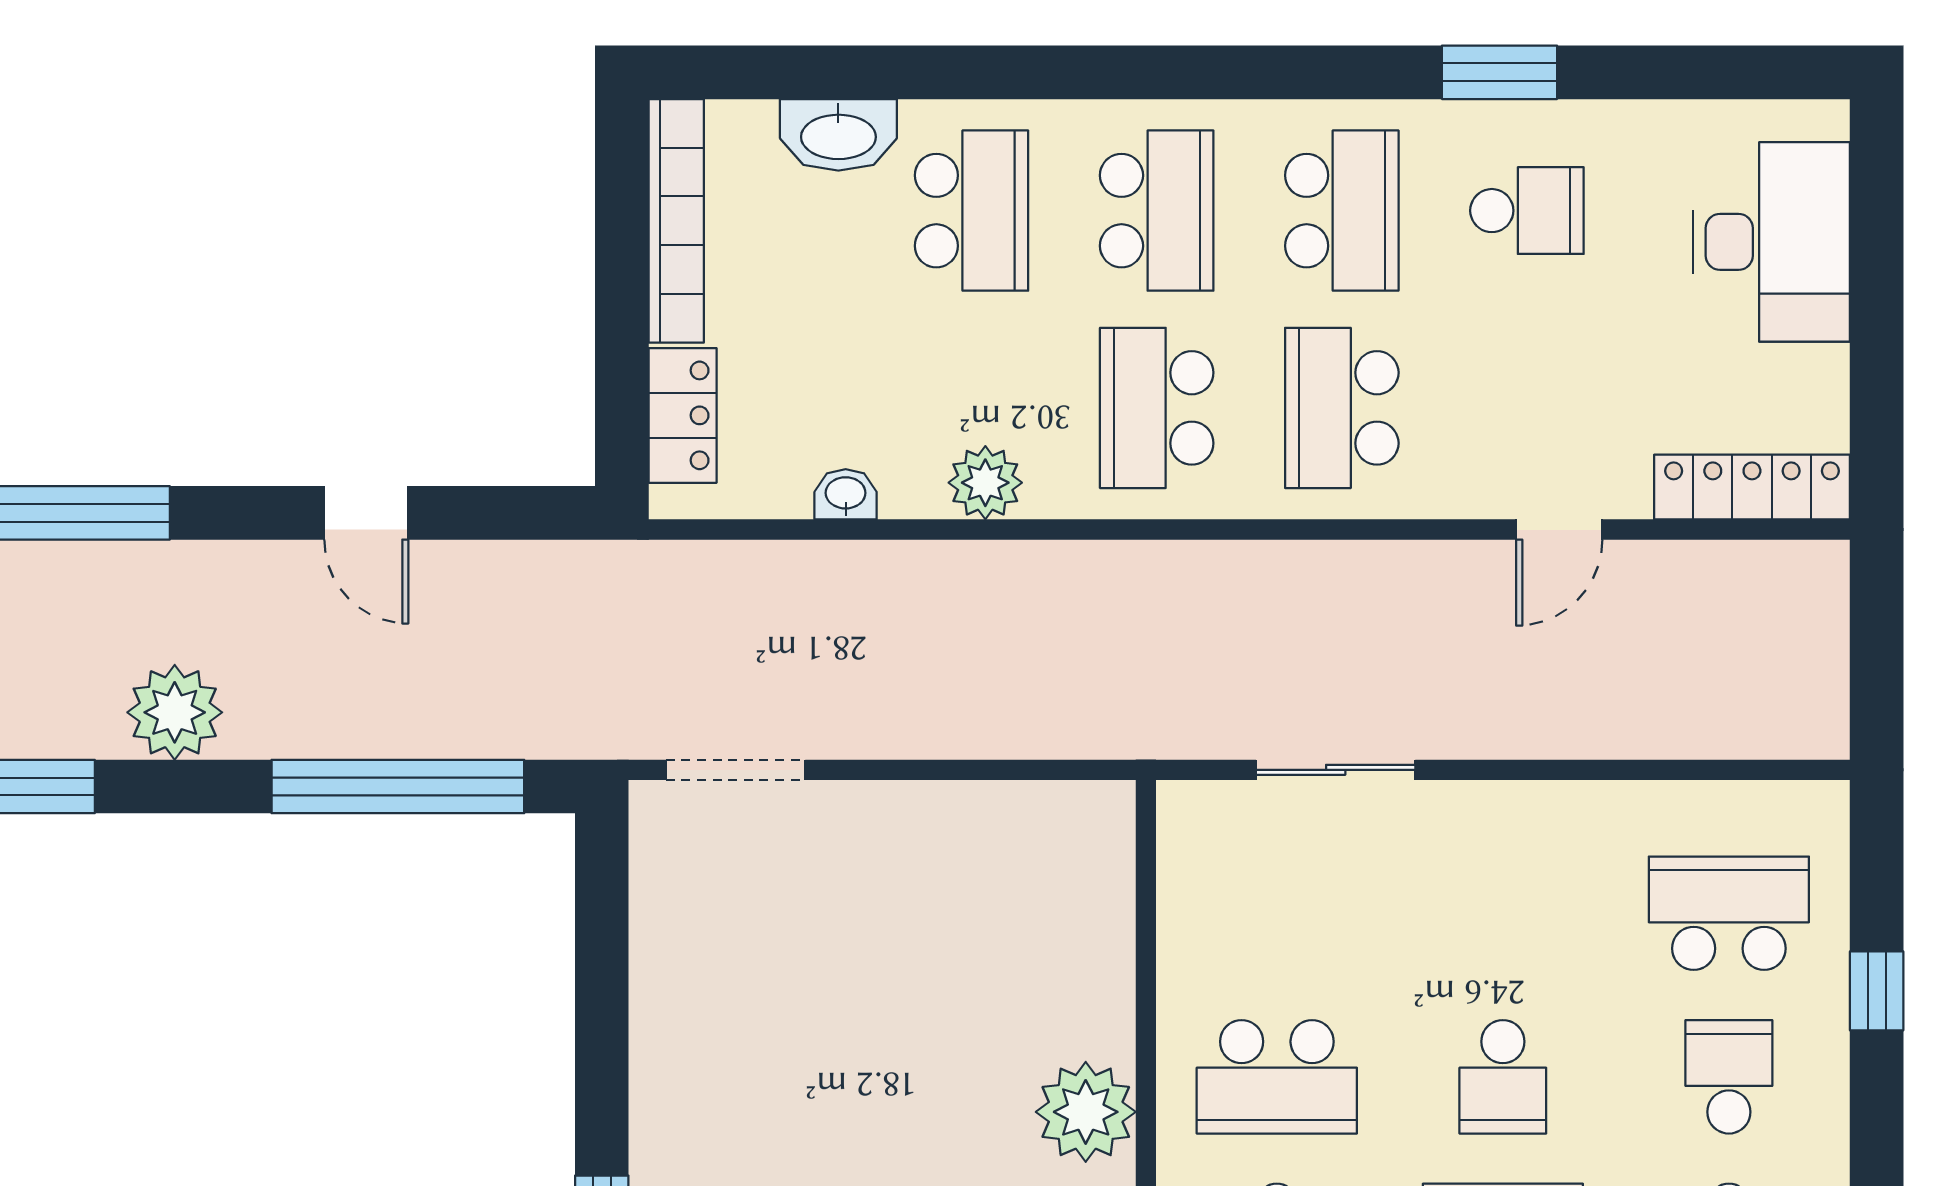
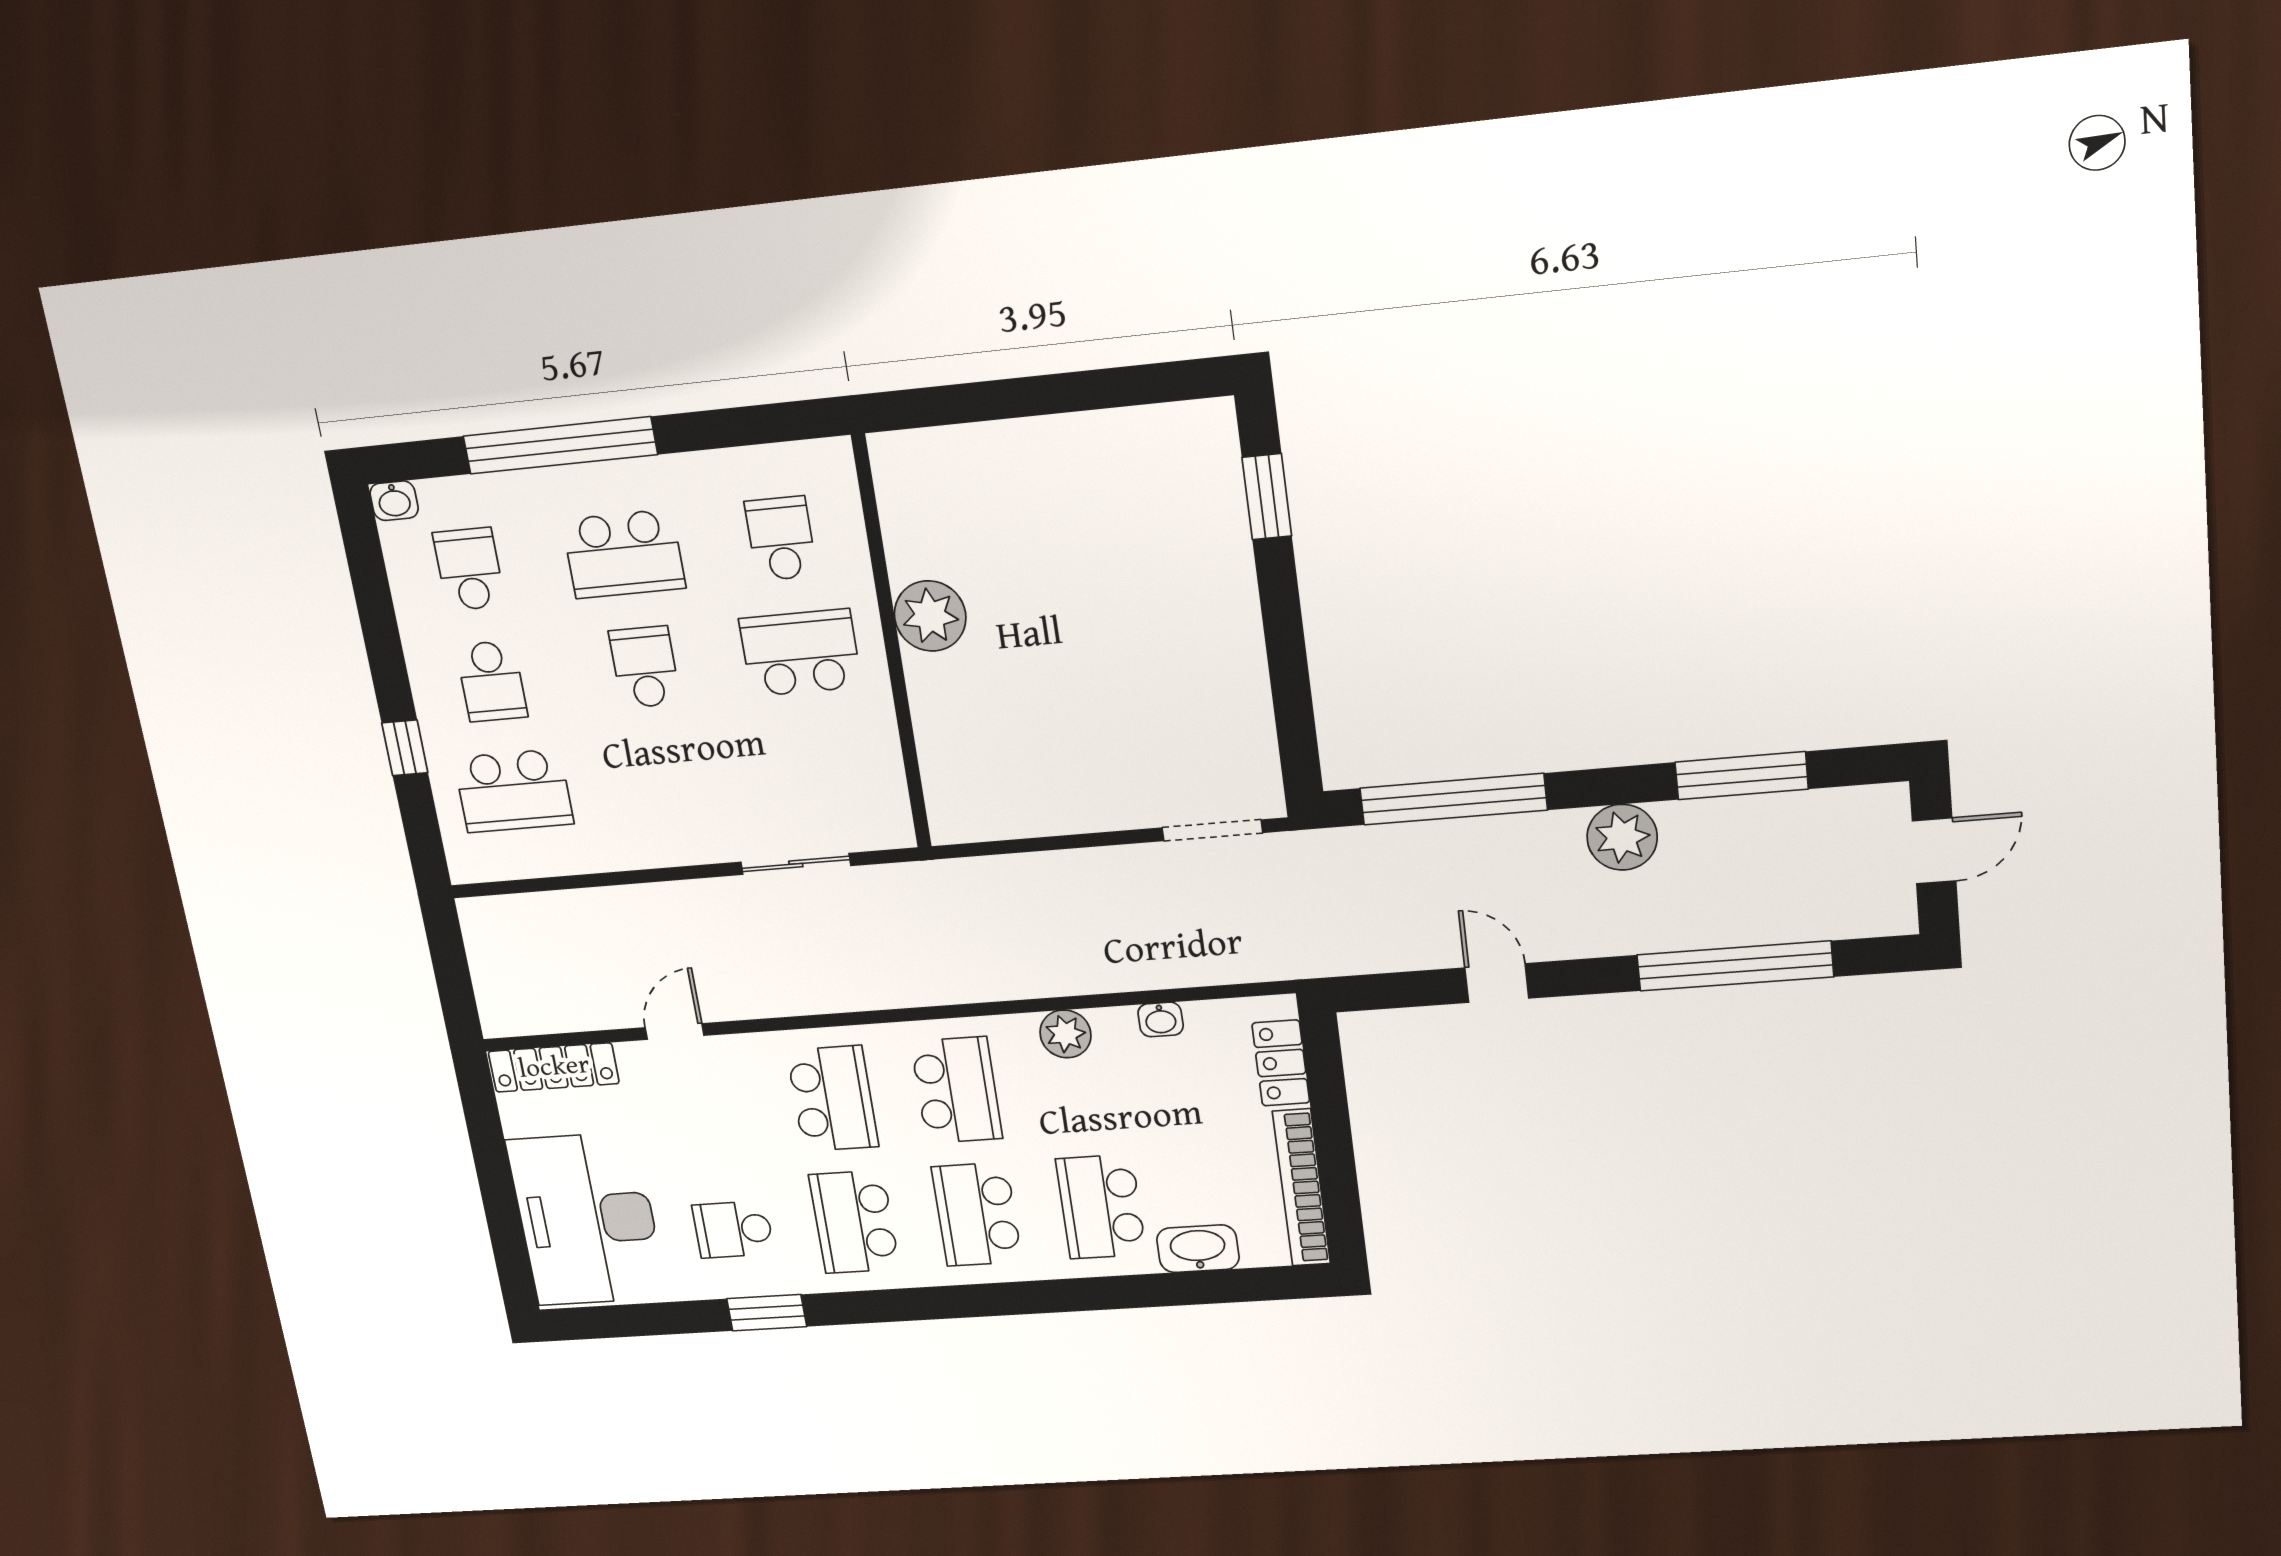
desk: (1772, 242) -> (587, 1219), width x1.36, depth x1.30

